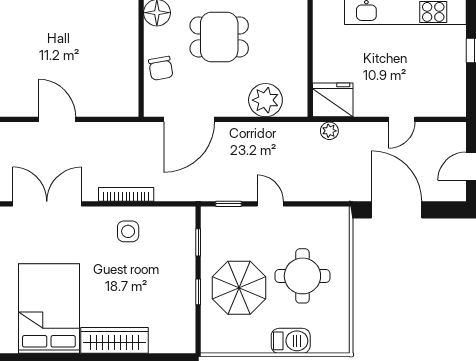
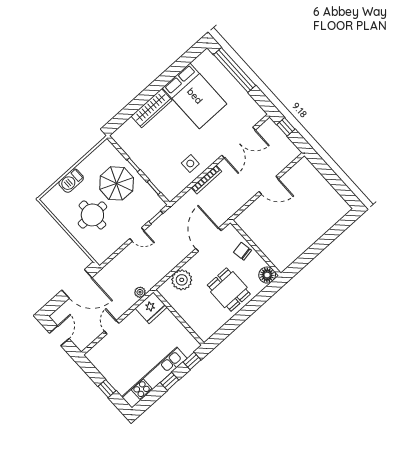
dining table: (219, 37) -> (229, 290), turned 90

